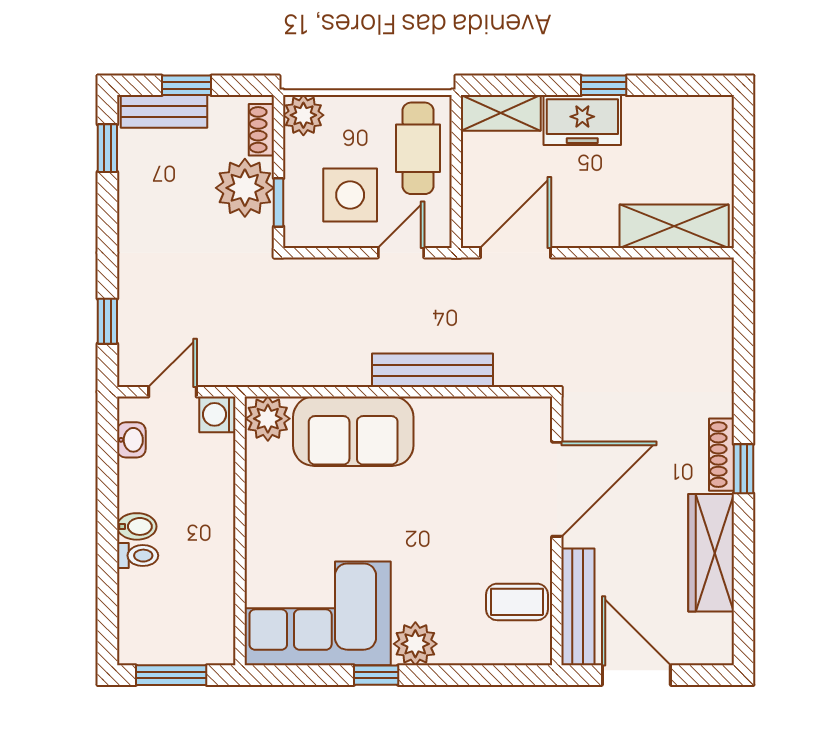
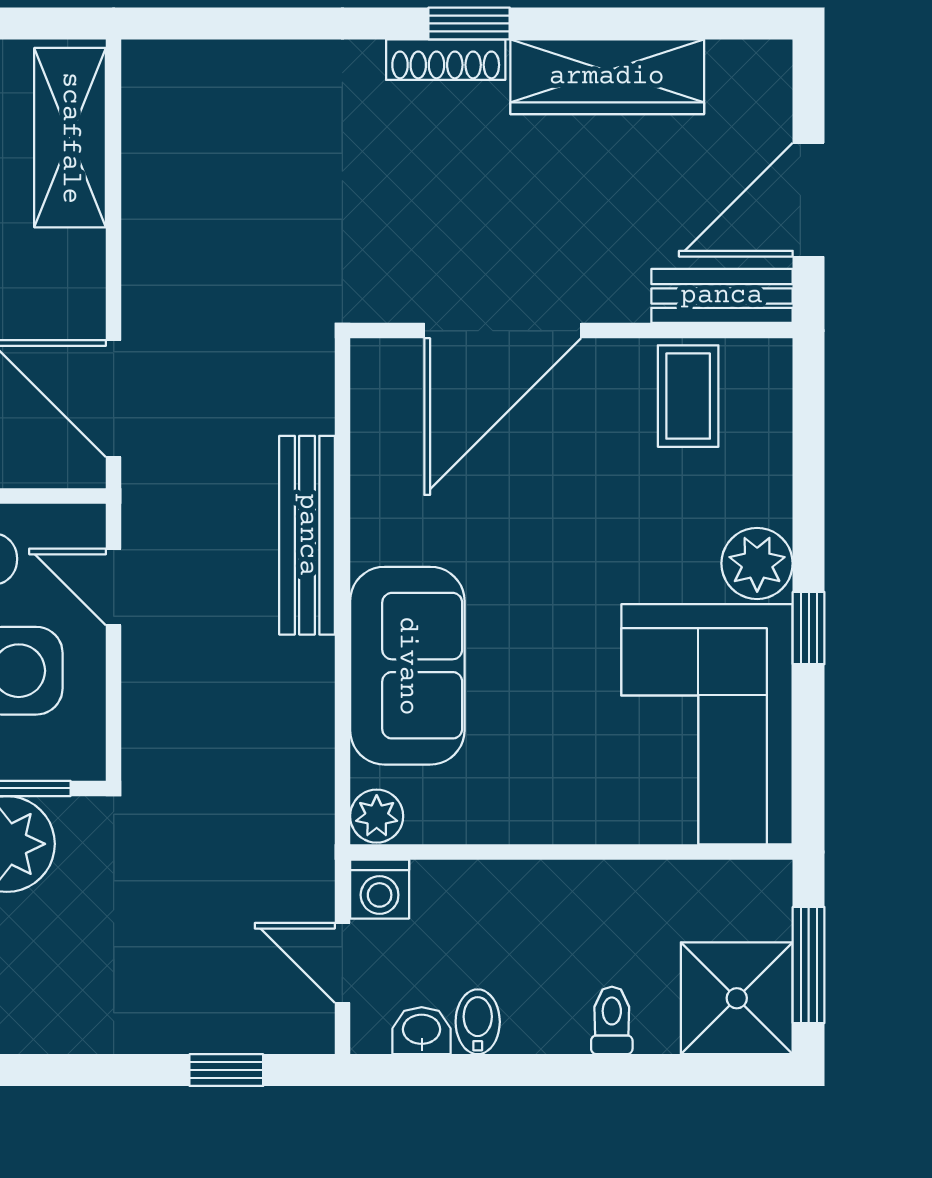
plant: (268, 419) -> (377, 816), width x0.73, depth x0.73
door: (557, 489) -> (503, 331), swing flipped
bidet: (137, 526) -> (478, 1022), moved
bench: (578, 607) -> (722, 296), width x0.73
shower: (151, 631) -> (737, 998), added

